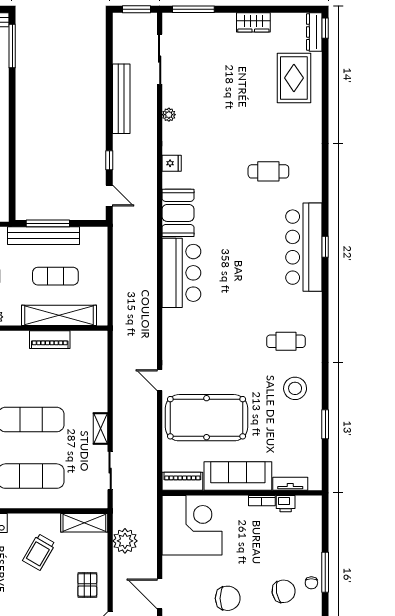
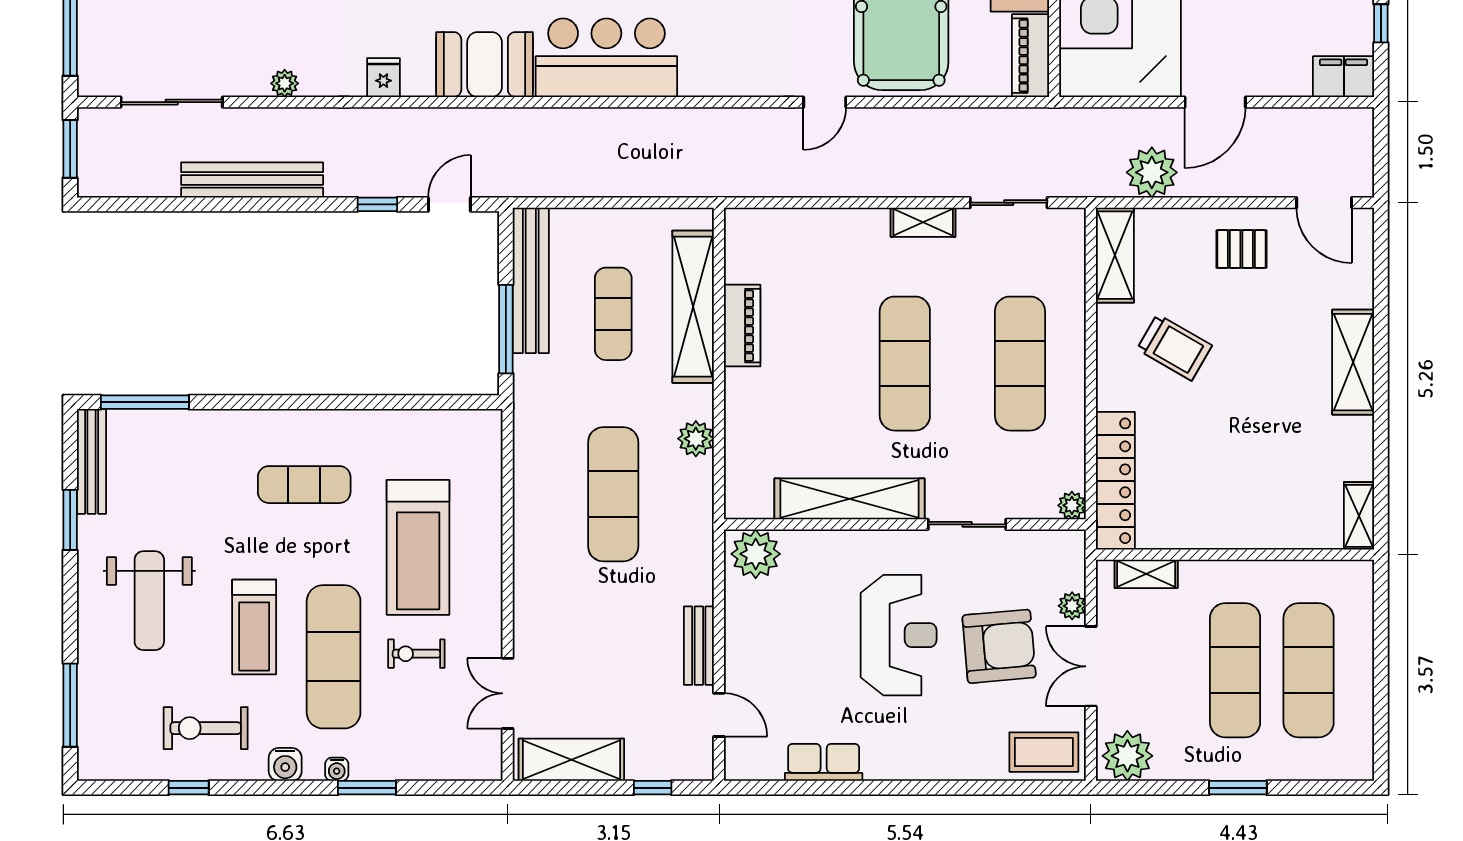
bench: (43, 236) -> (531, 280), moved
door: (160, 594) -> (1215, 102), moved

